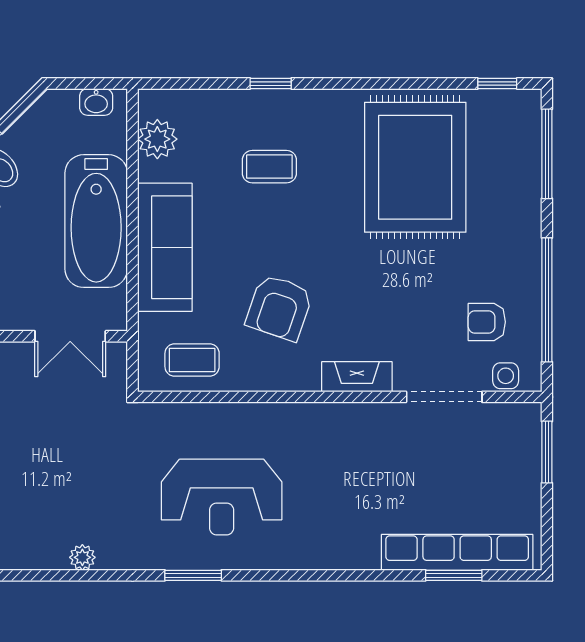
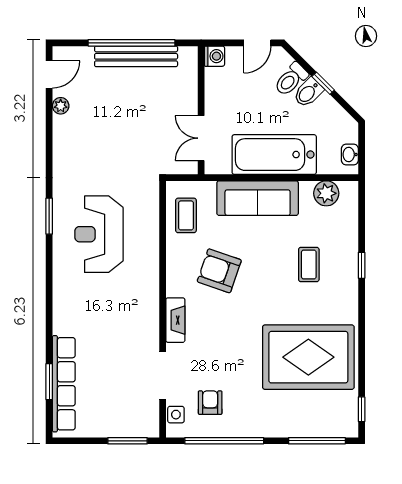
plant: (82, 557) -> (61, 106), moved

